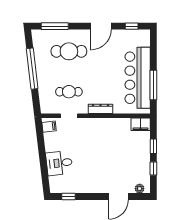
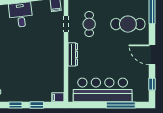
cafe table: (69, 51) -> (128, 24), turned 90
window: (153, 85) -> (121, 105), moved
filing cabinet: (141, 124) -> (58, 97), width x0.50

